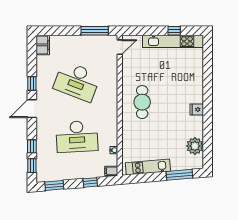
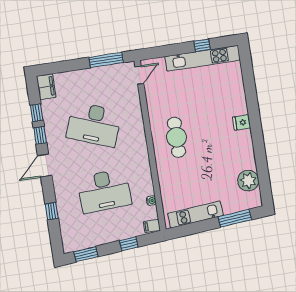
fridge: (197, 110) -> (242, 123), moved
window: (32, 166) -> (37, 113), moved

